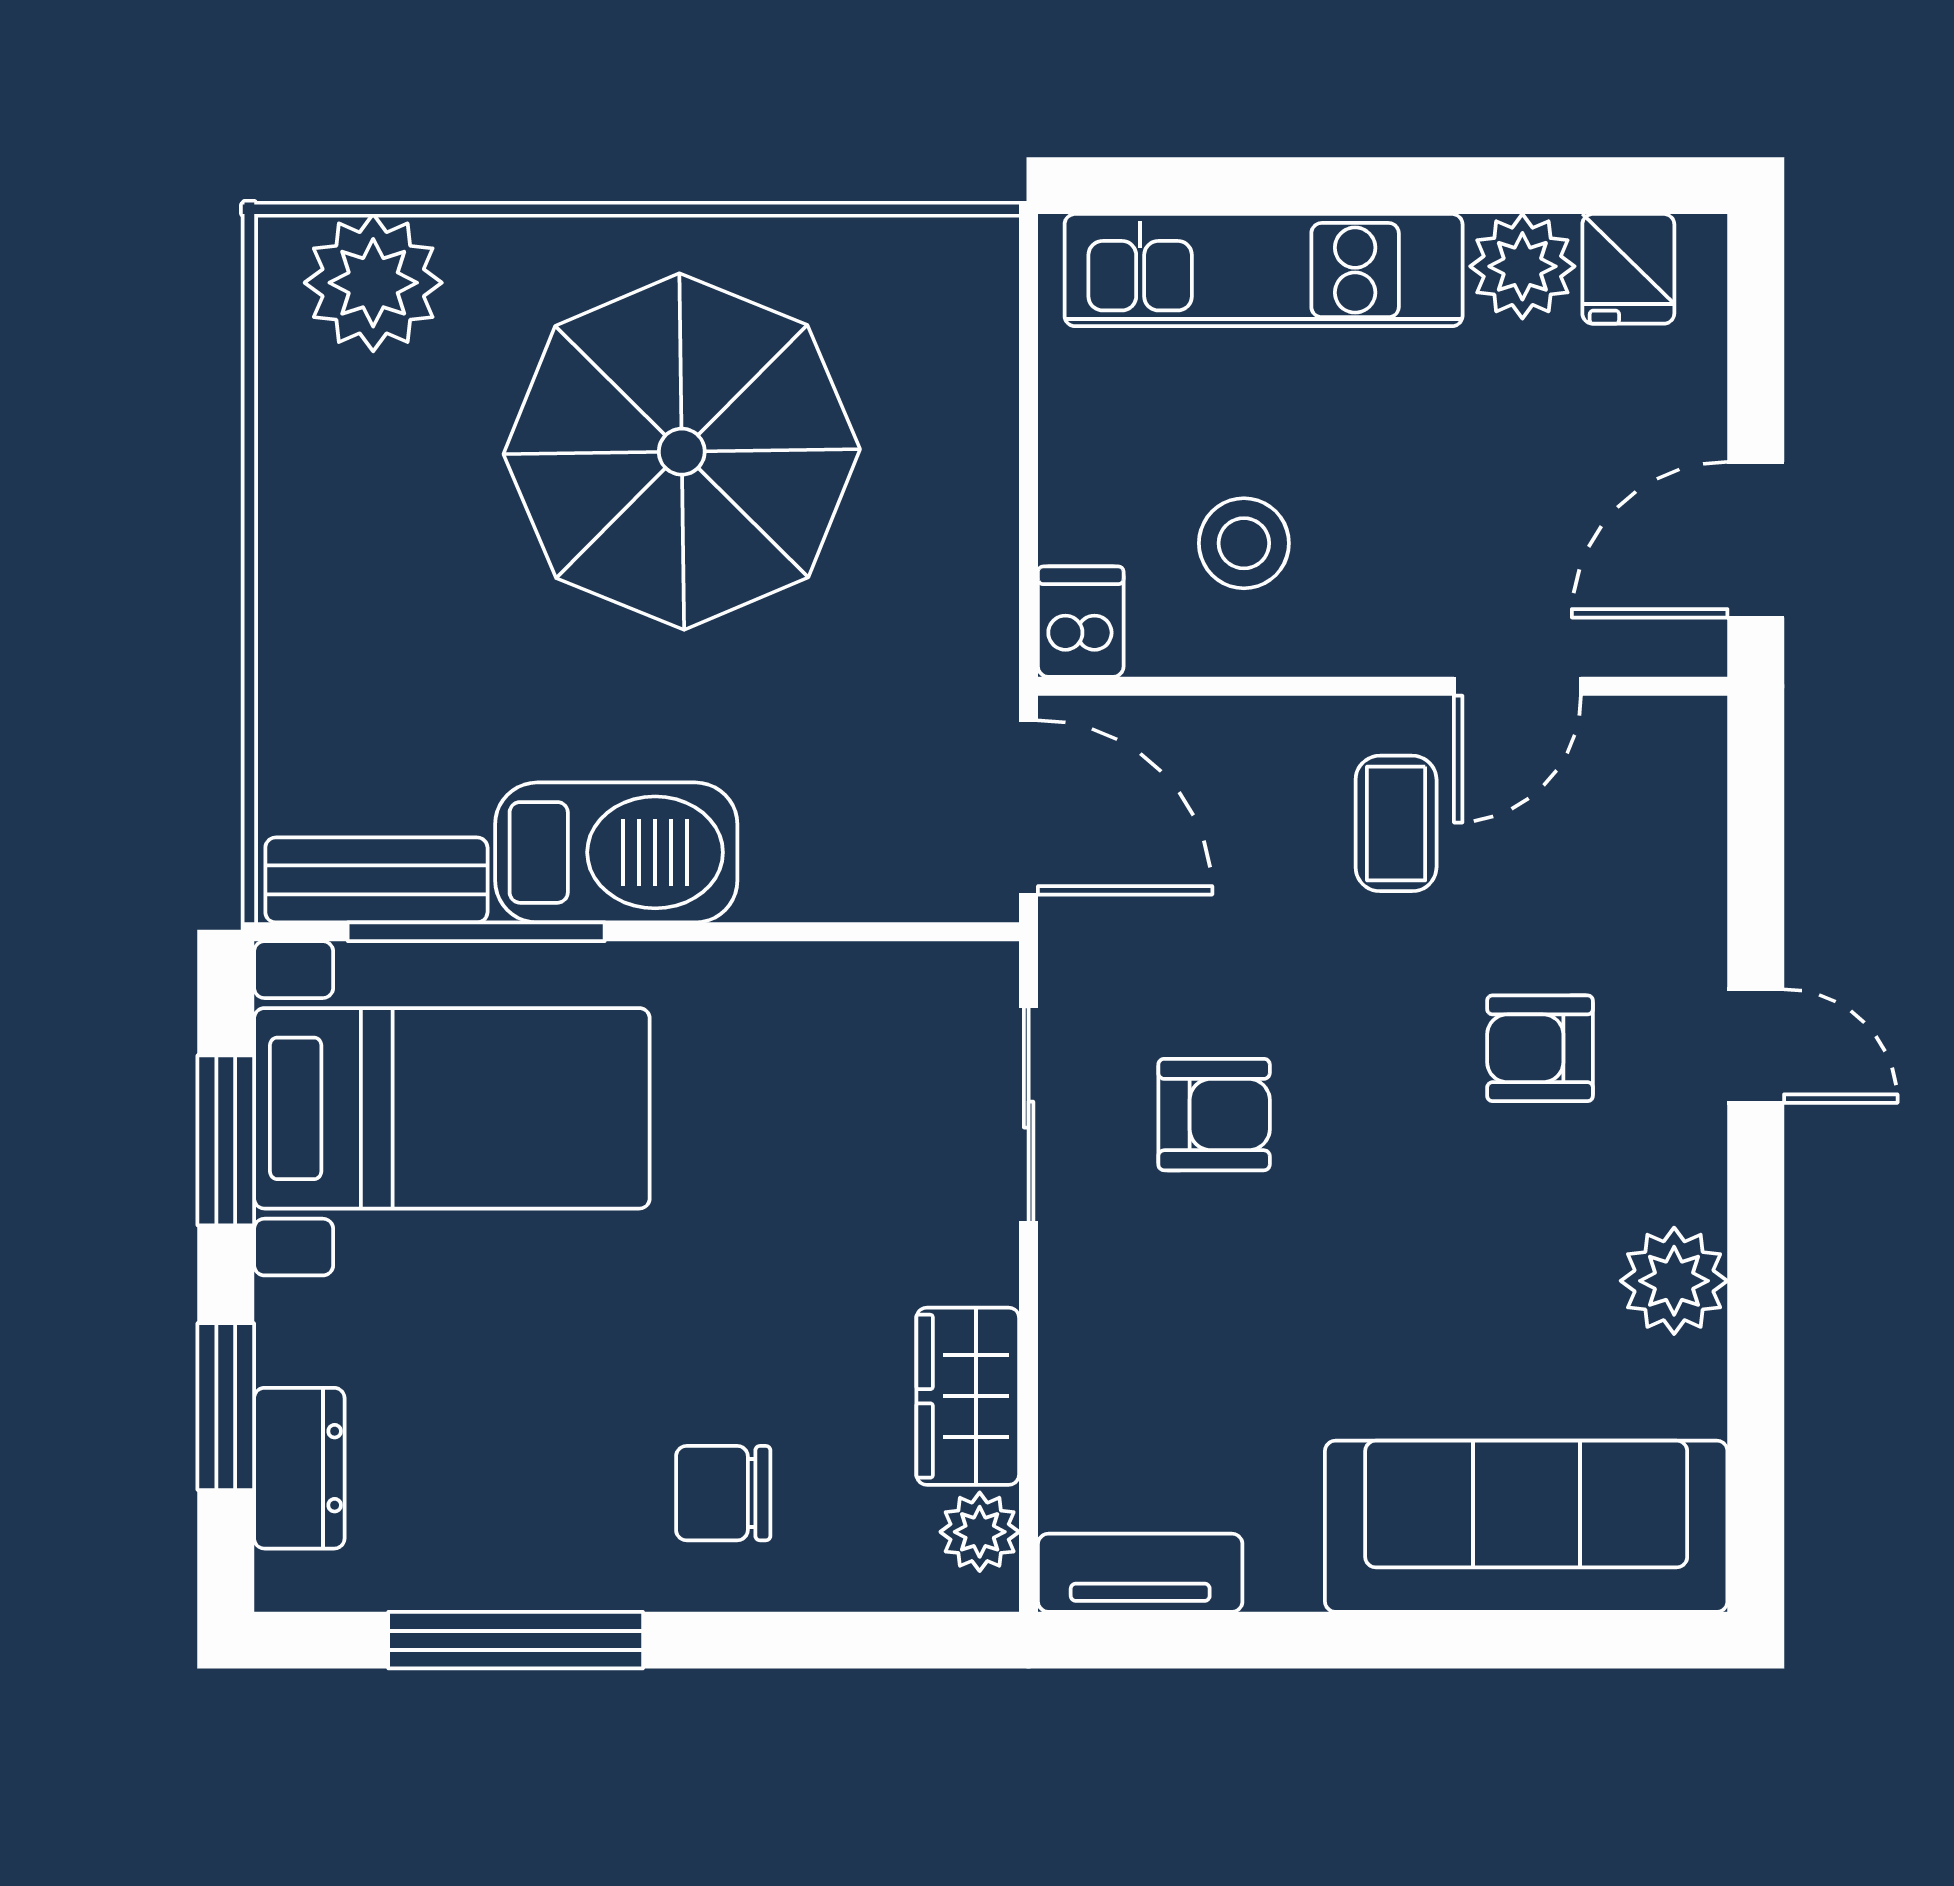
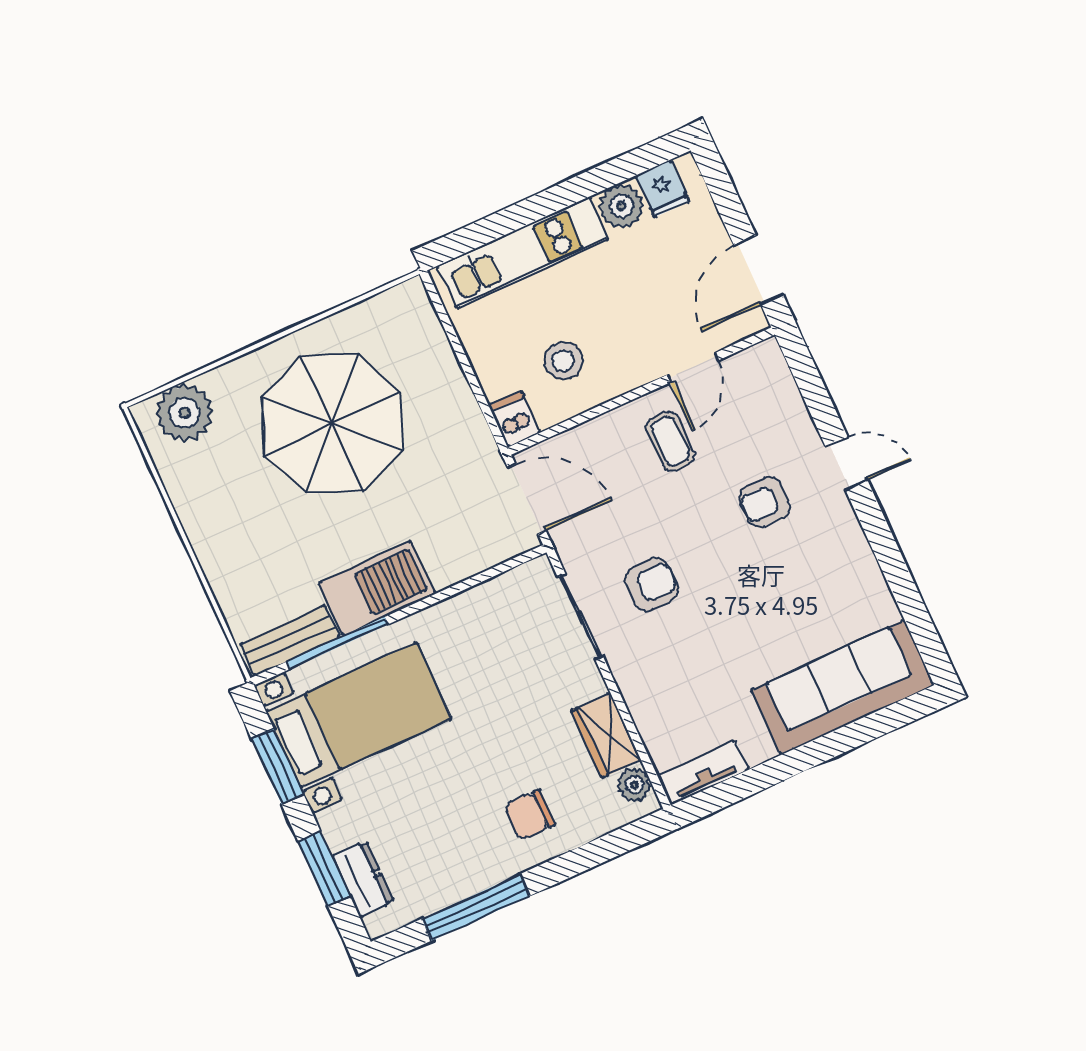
plant: (1674, 1281) -> (856, 568), removed

